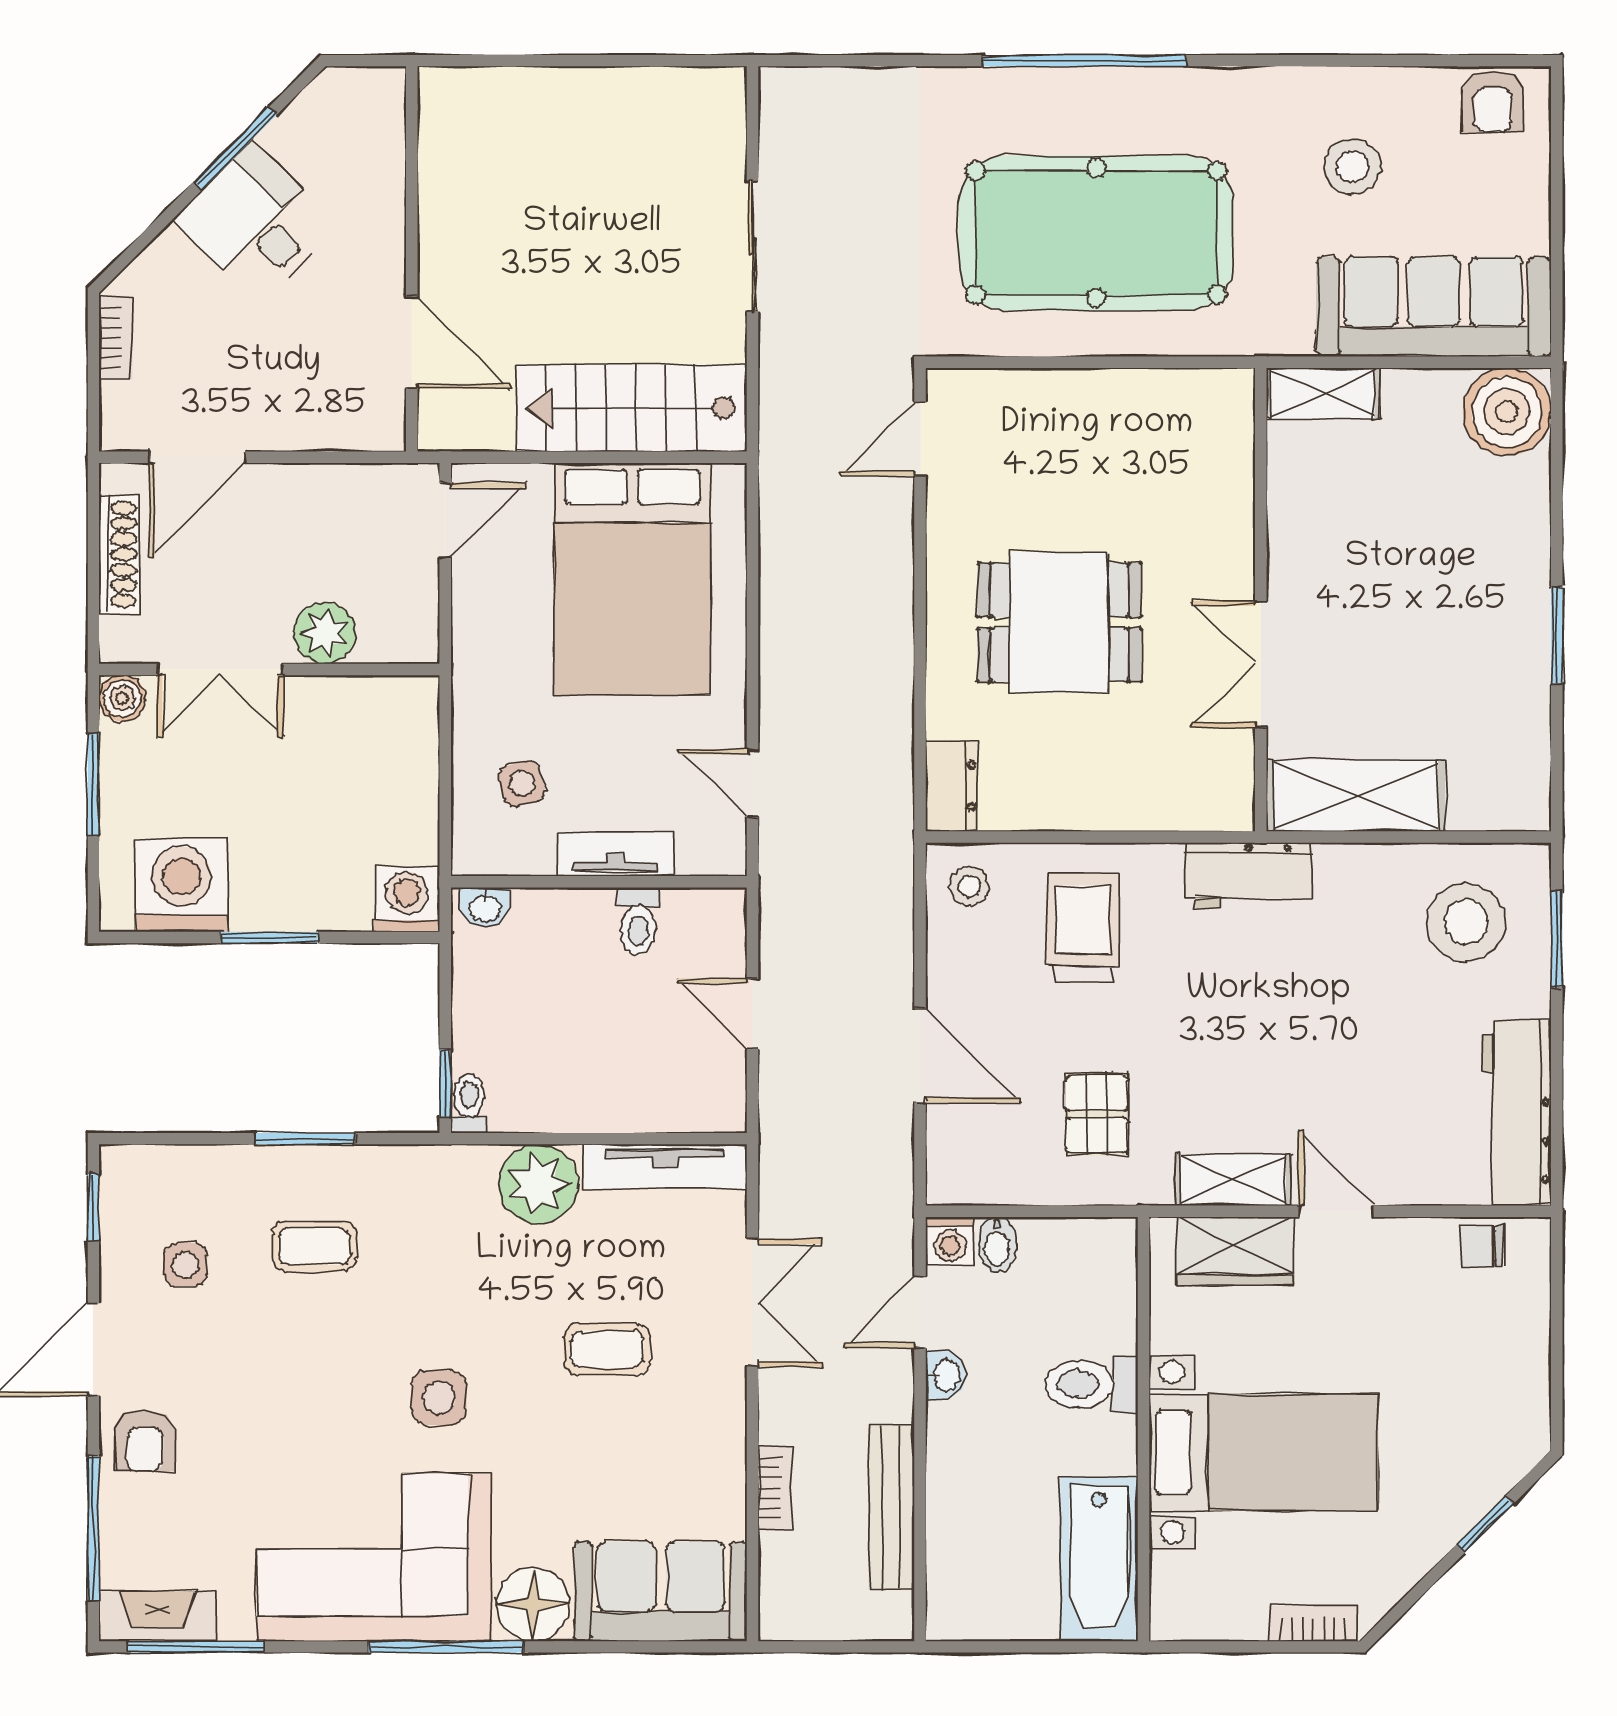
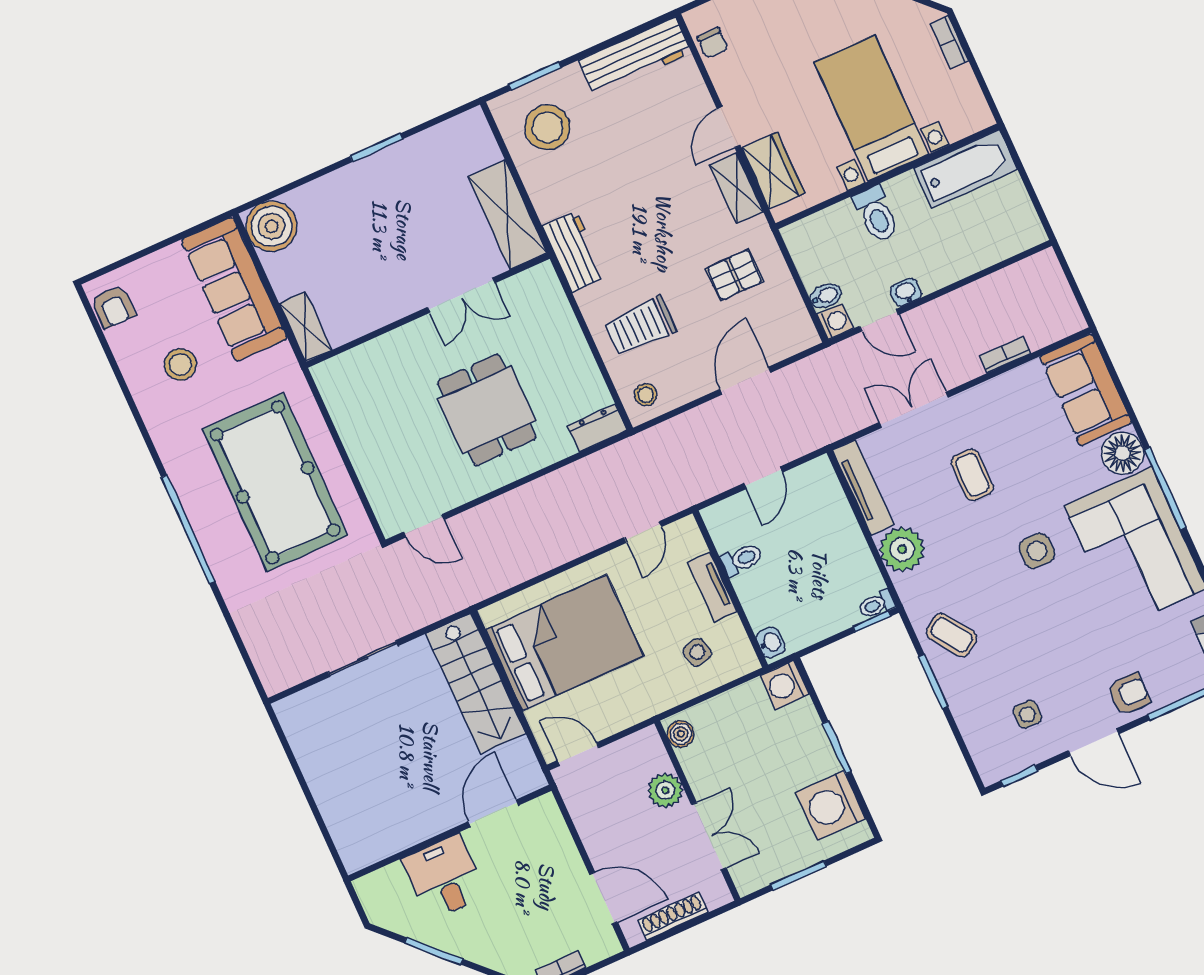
armchair: (1493, 101) -> (113, 307), turned 90
desk: (255, 223) -> (444, 877), moved, turned 135
boiler: (122, 698) -> (681, 734), moved
coffee table: (314, 1246) -> (952, 635), moved, turned -35
bench: (891, 1507) -> (988, 289), removed

